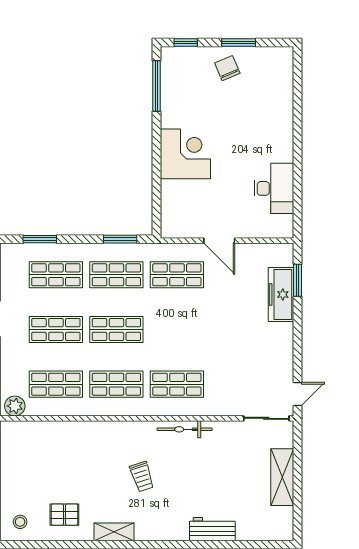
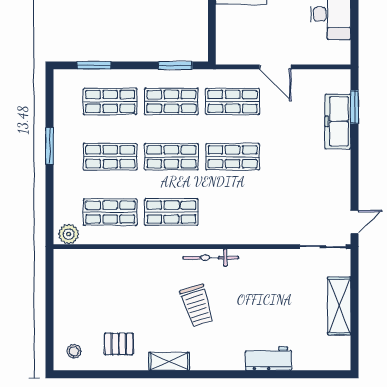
shop shelf: (177, 384) -> (233, 157), moved
bicycle: (185, 429) -> (211, 258), moved
trolley: (142, 477) -> (197, 306), width x1.36, depth x1.39

